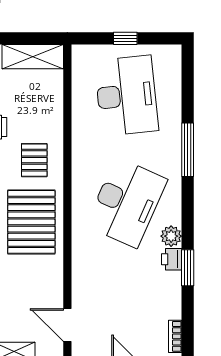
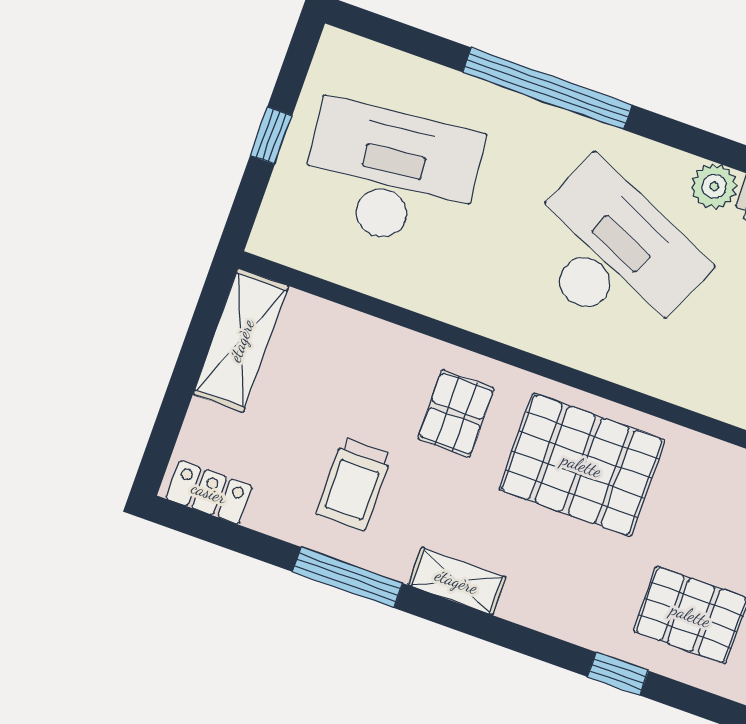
window: (188, 150) -> (547, 89), width x1.46
pallet: (34, 160) -> (456, 413), turned 90

